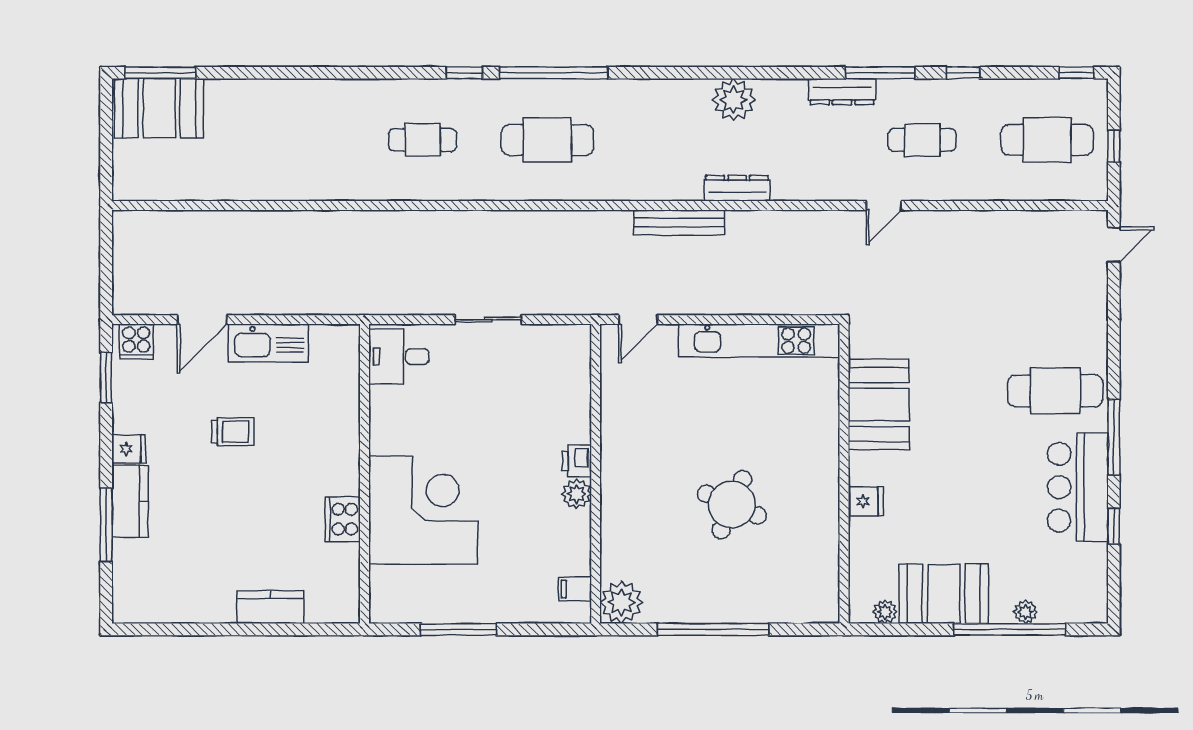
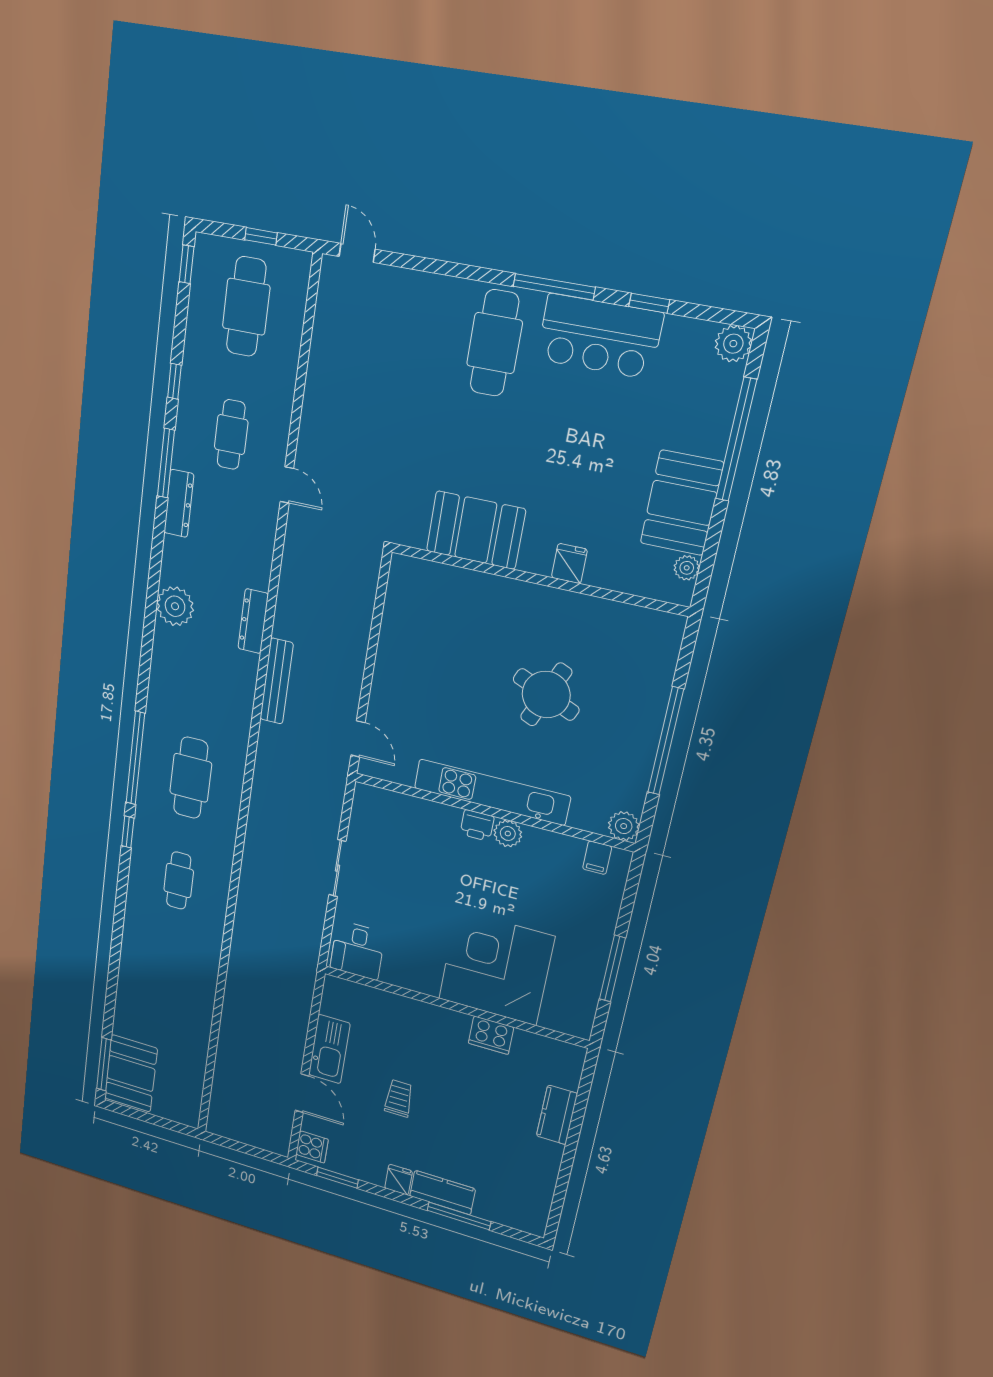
kitchen unit: (759, 341) -> (492, 792), moved, turned -90
plant: (621, 602) -> (624, 826), width x0.73, depth x0.73
plant: (1026, 612) -> (733, 344), moved, width x1.38, depth x1.38

